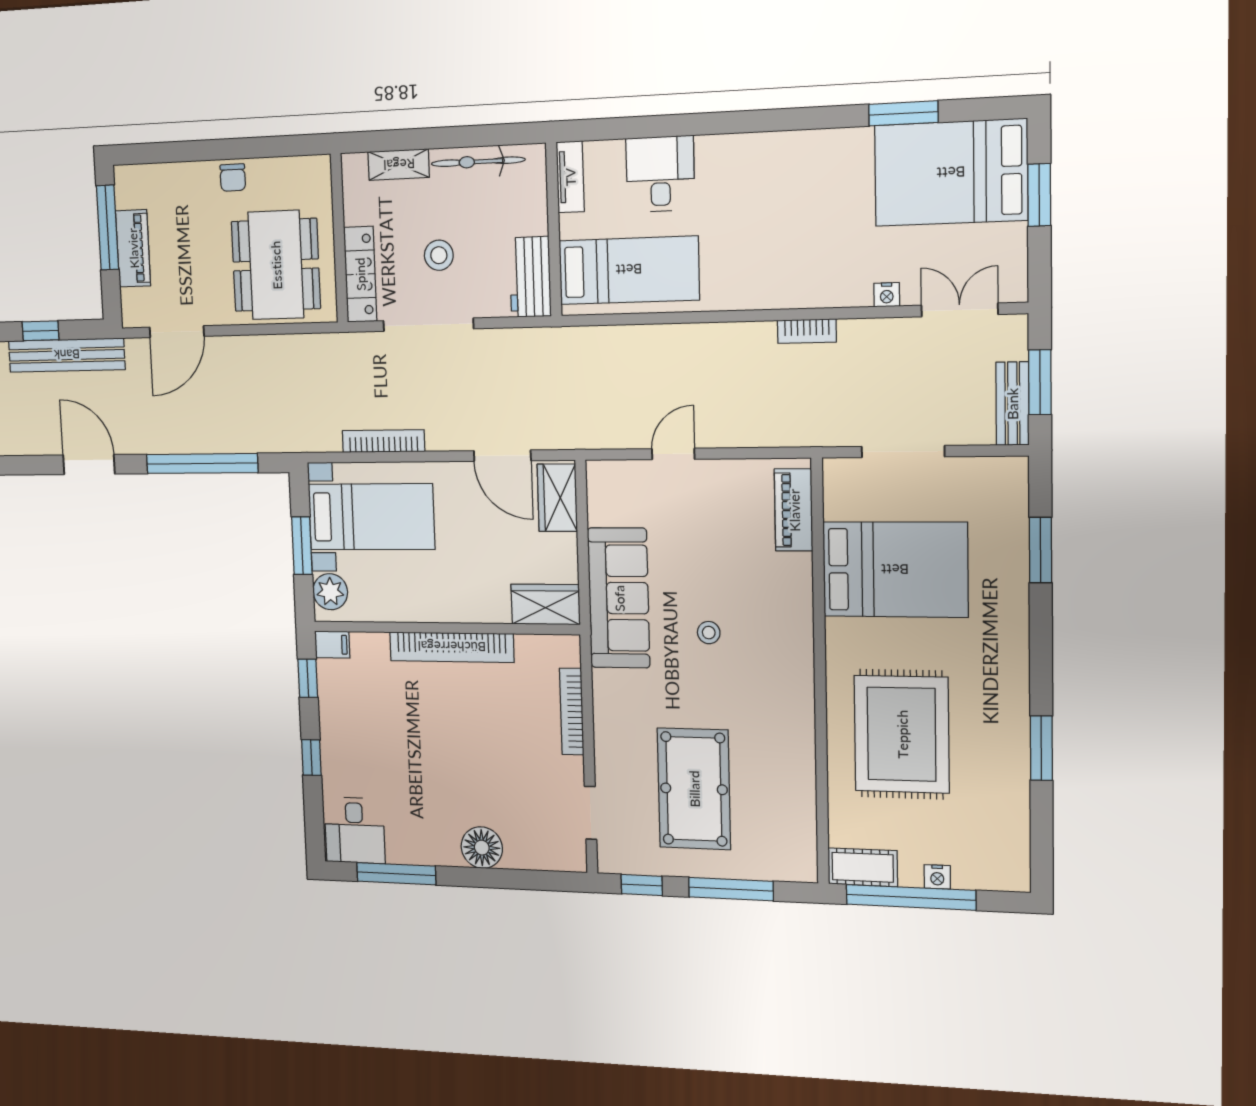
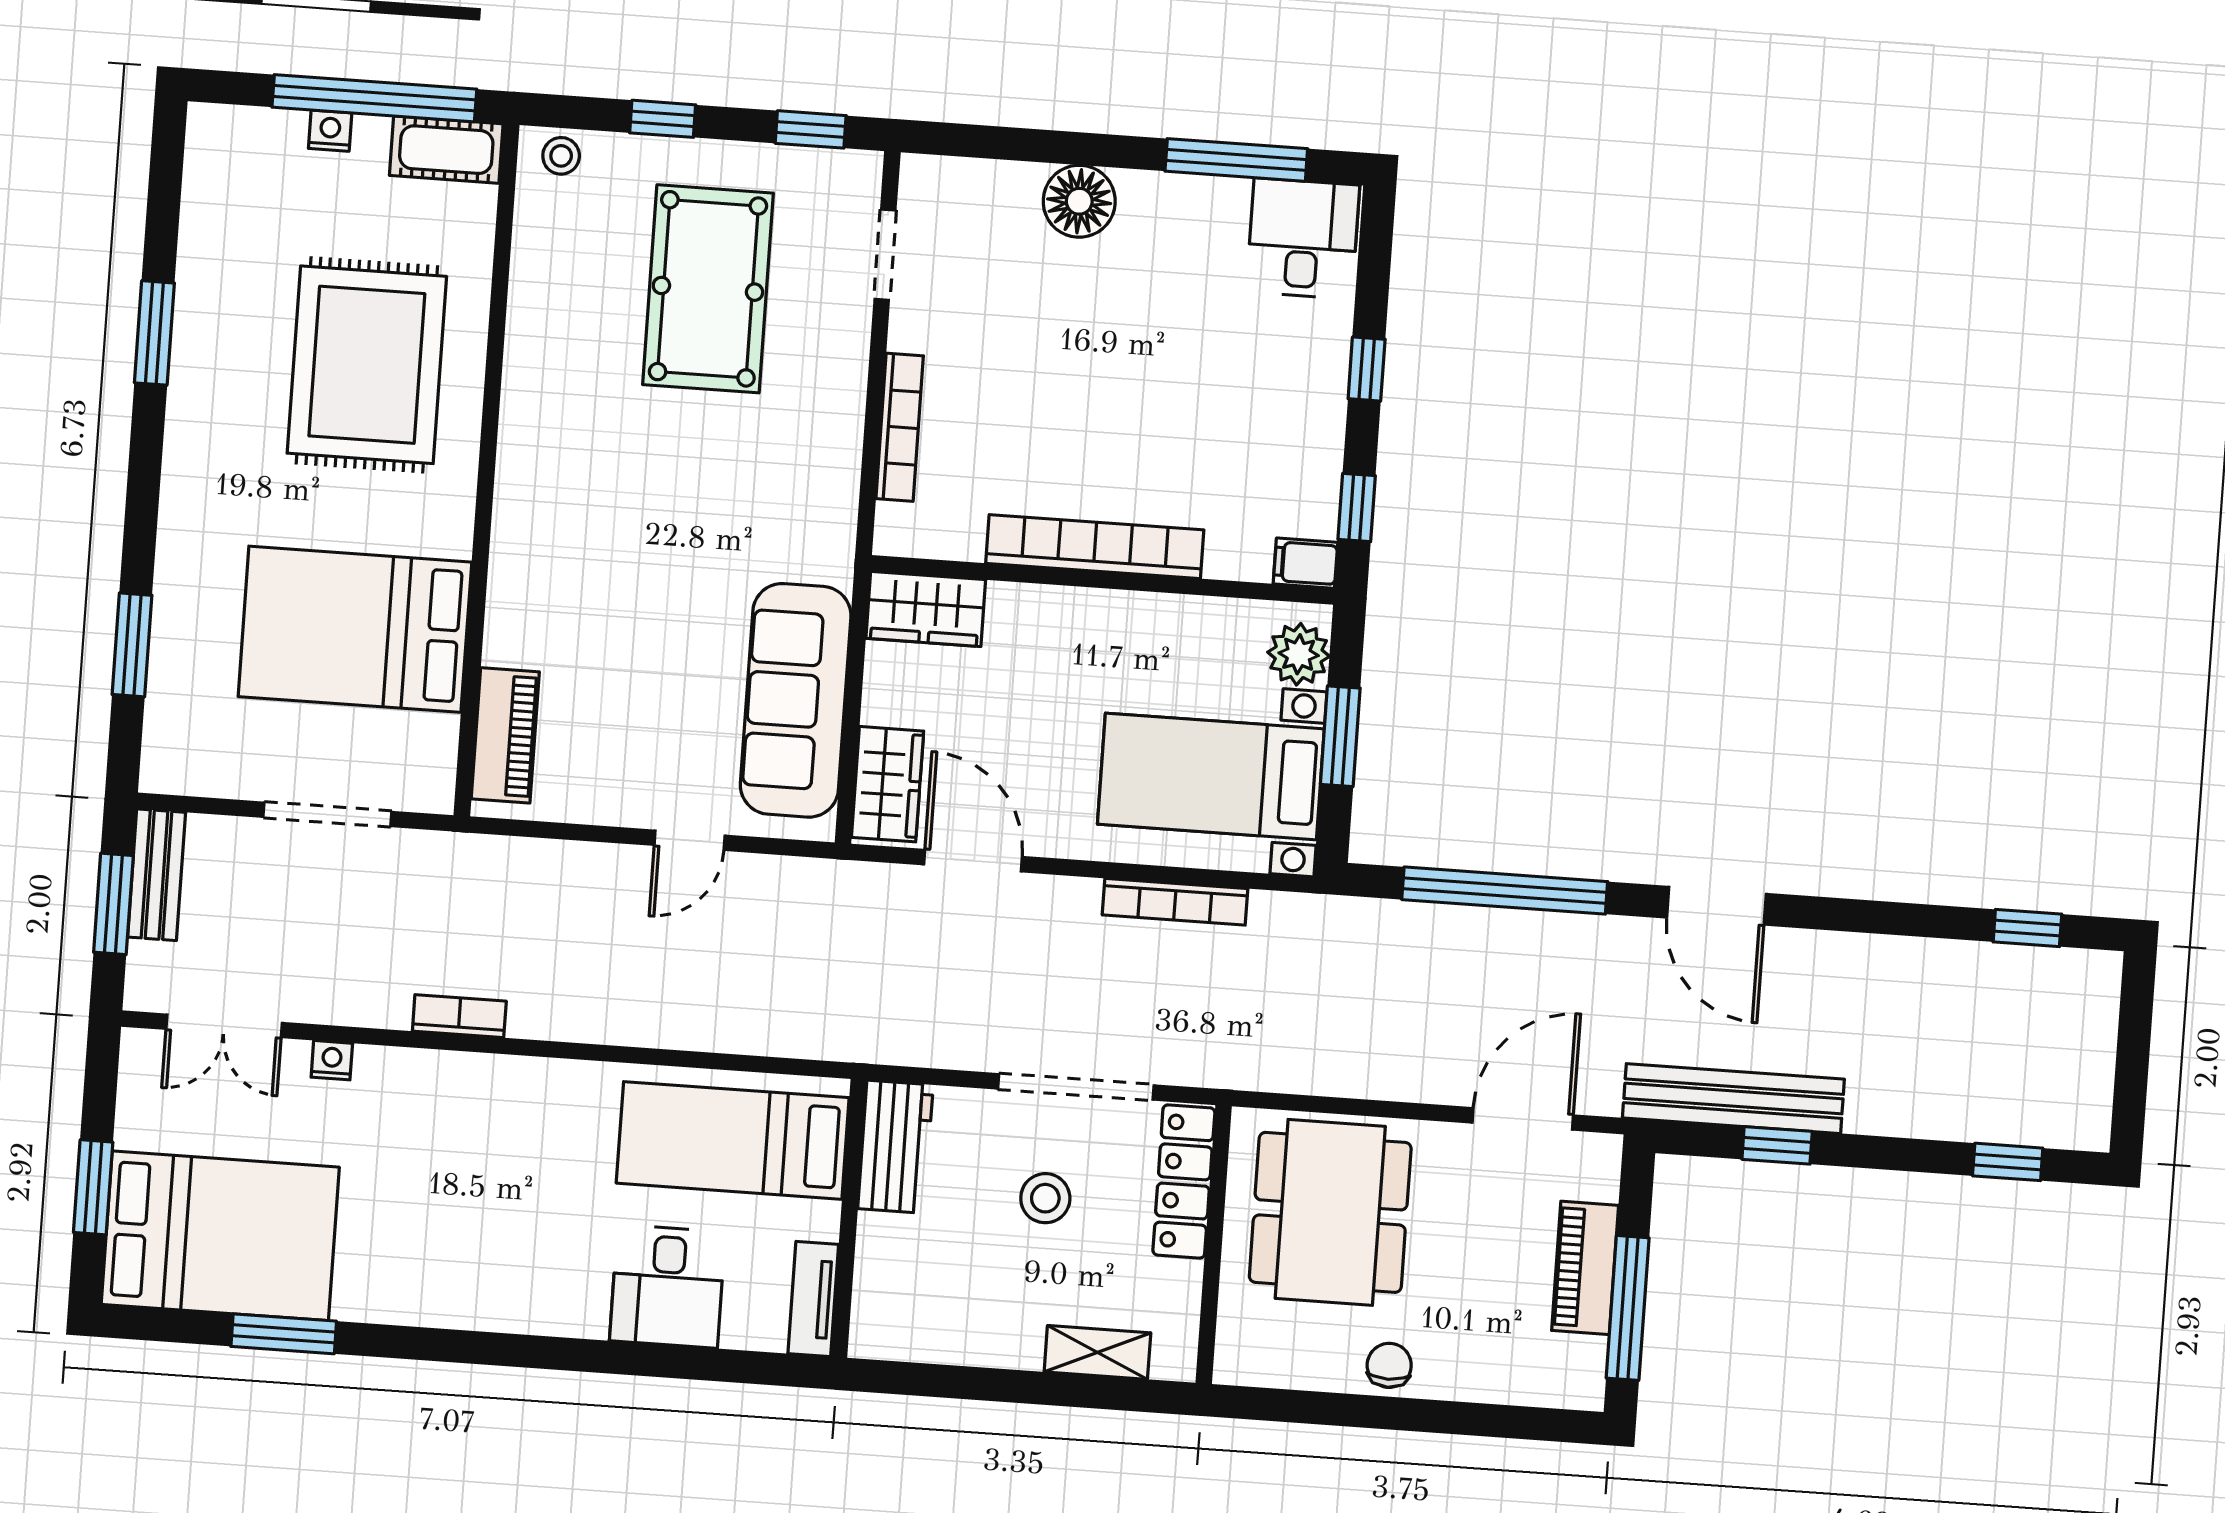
bicycle: (478, 162) -> (963, 1341), removed
sofa: (619, 598) -> (796, 700), moved
stool: (709, 633) -> (561, 156), moved
window: (731, 889) -> (663, 119), width x0.46

